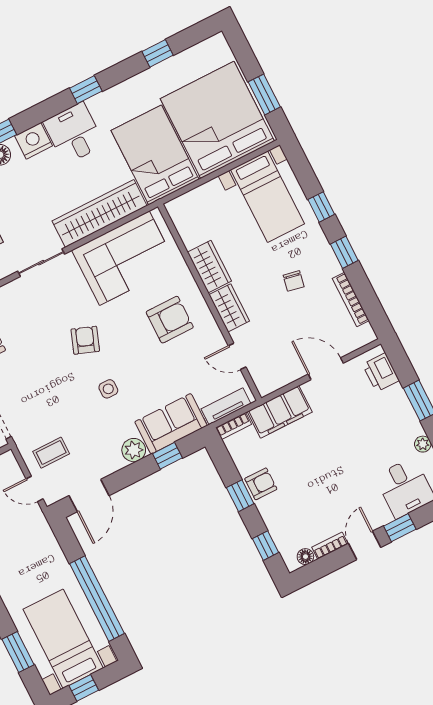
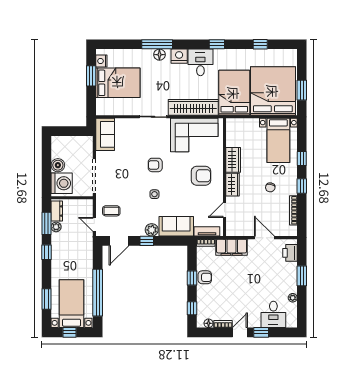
armchair: (85, 340) -> (155, 165), turned -110
door: (237, 356) -> (225, 210), hinge flipped
window: (167, 456) -> (147, 241), moved

